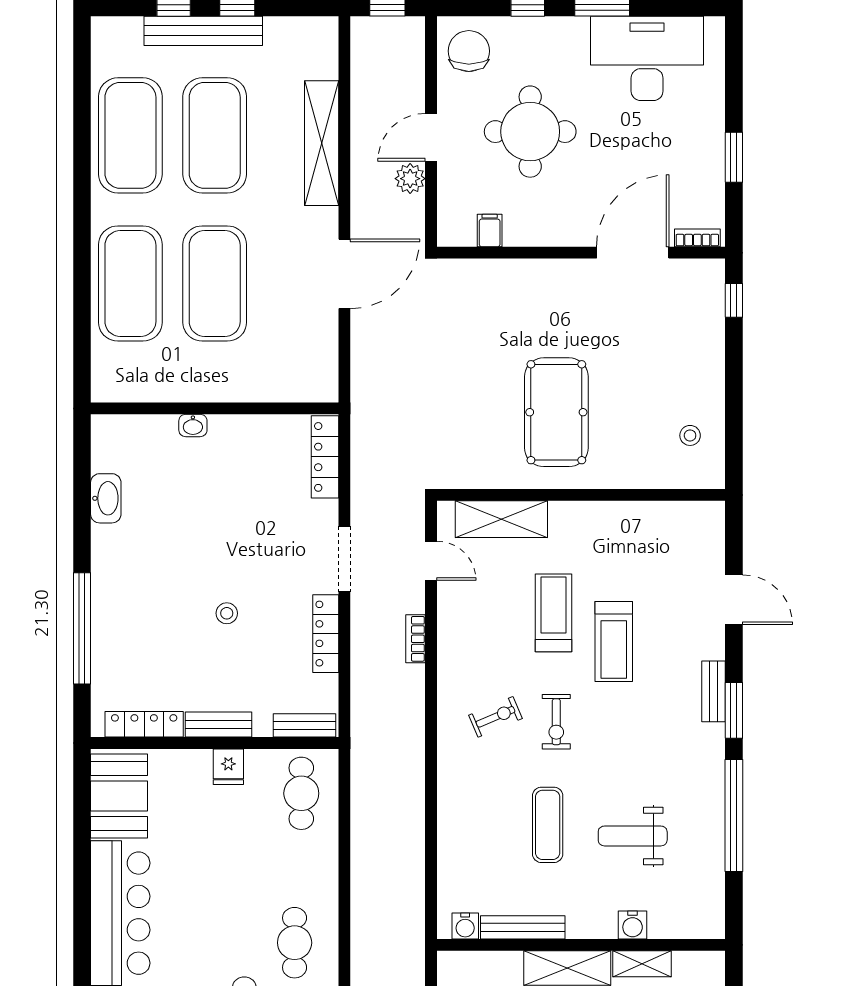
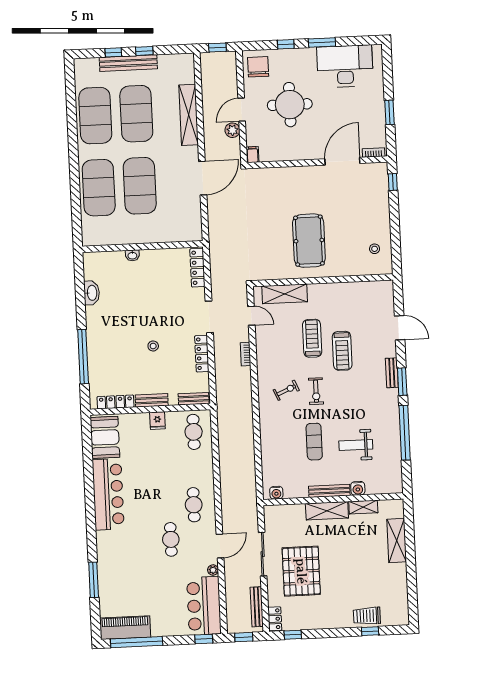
filing cabinet: (490, 231) -> (253, 155), moved
bench: (523, 927) -> (329, 491), moved

